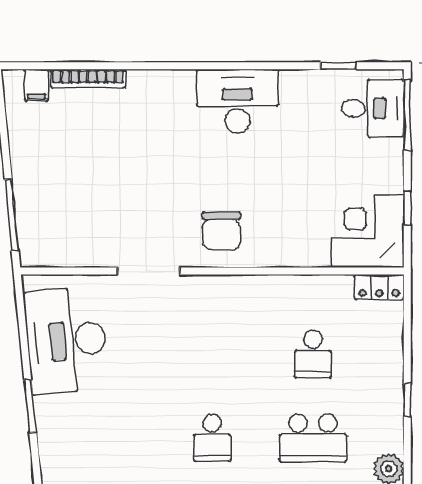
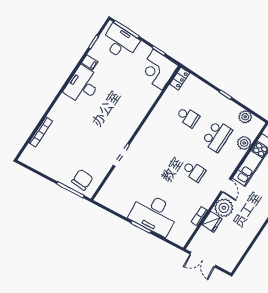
filing cabinet: (37, 85) -> (90, 62), moved
desk: (373, 108) -> (120, 42), width x1.37
chair: (221, 231) -> (82, 180), moved, turned -88
desk: (66, 341) -> (154, 214), moved

